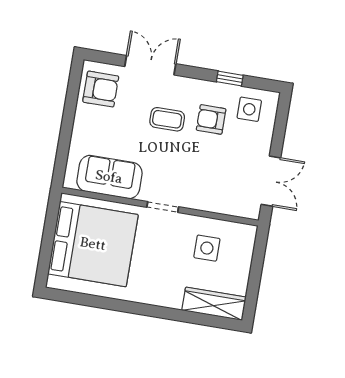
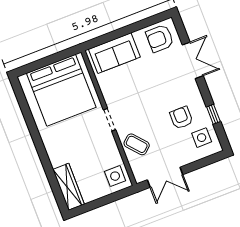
armchair: (101, 89) -> (160, 38), turned 90
coffee table: (167, 119) -> (137, 144), moved, turned -41
sofa: (109, 177) -> (114, 53), moved, turned 90
side table: (207, 248) -> (115, 176), moved

